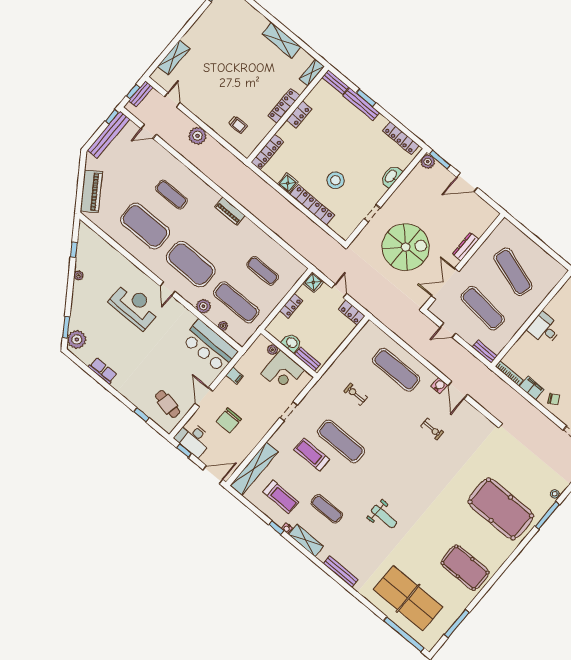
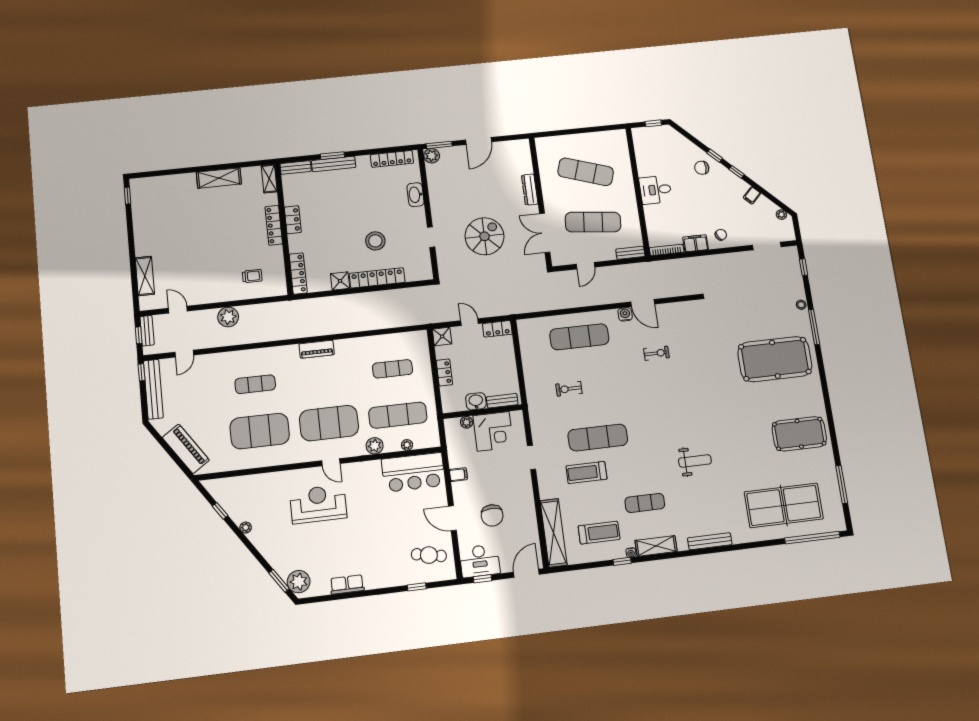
spiral stairs: (406, 247) -> (484, 236), width x0.73, depth x0.73

